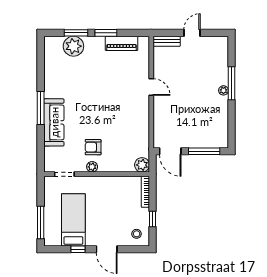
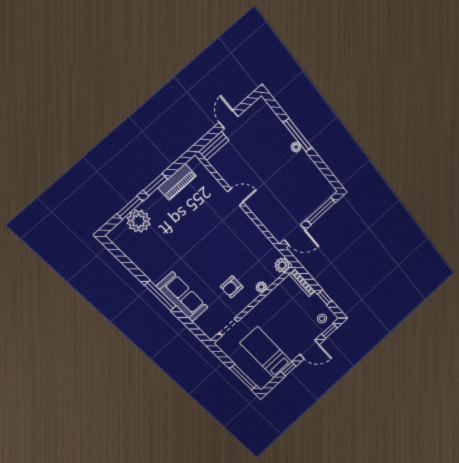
plant: (92, 167) -> (261, 287), moved
window: (134, 249) -> (329, 331), added

